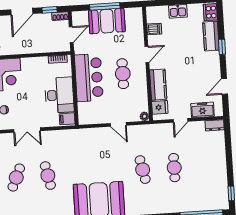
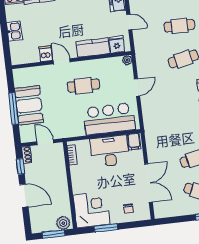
dishwasher: (154, 29) -> (46, 54), moved
bar counter: (89, 78) -> (109, 119), moved
double door: (27, 130) -> (148, 183), width x1.37

